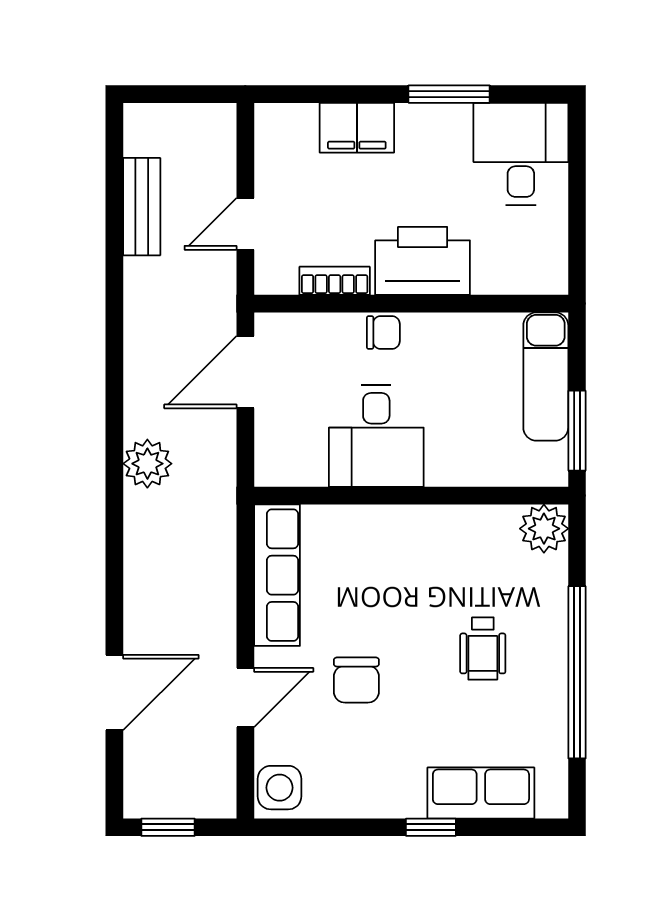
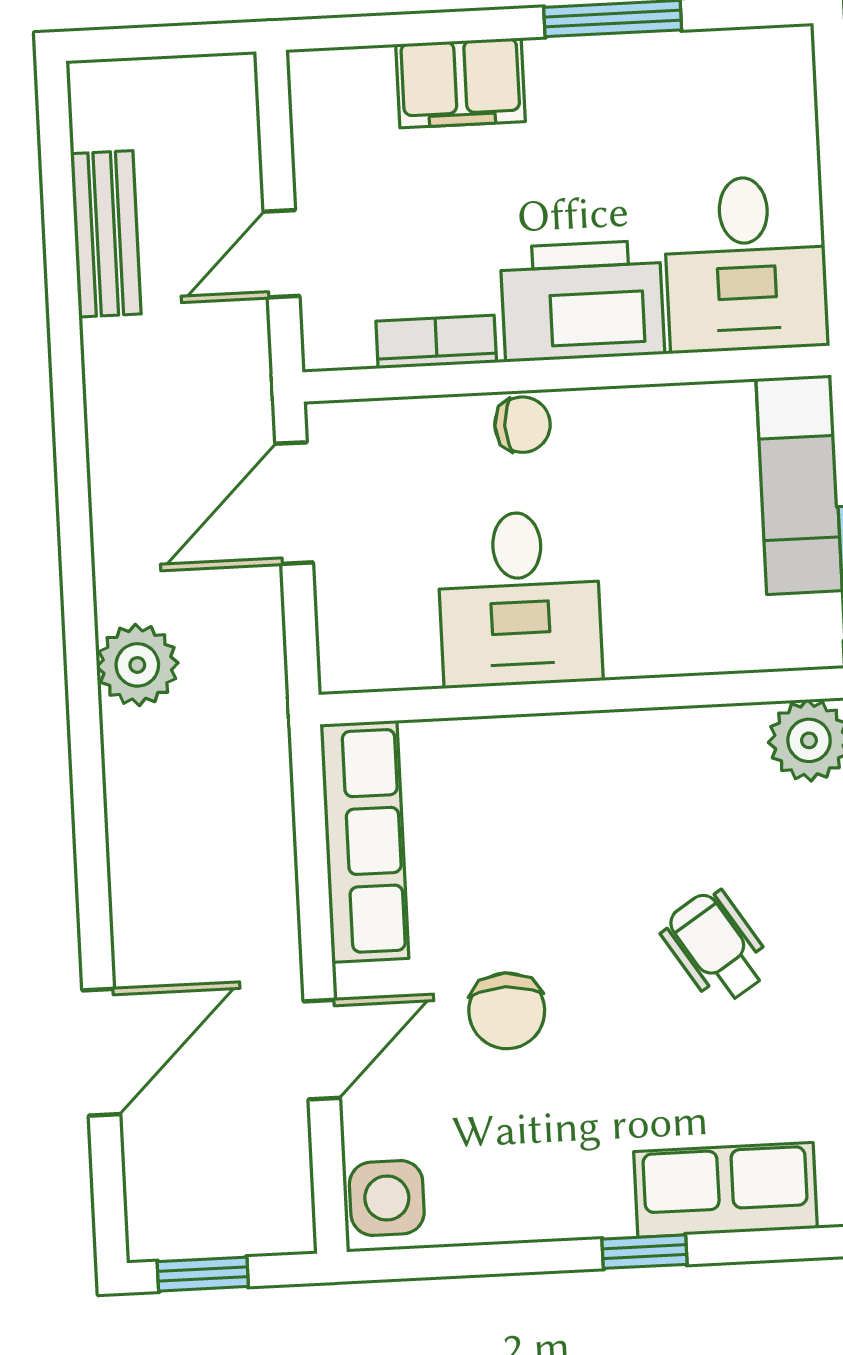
desk: (521, 154) -> (746, 264), moved, turned 180
wheelchair: (483, 648) -> (716, 947), turned 147

